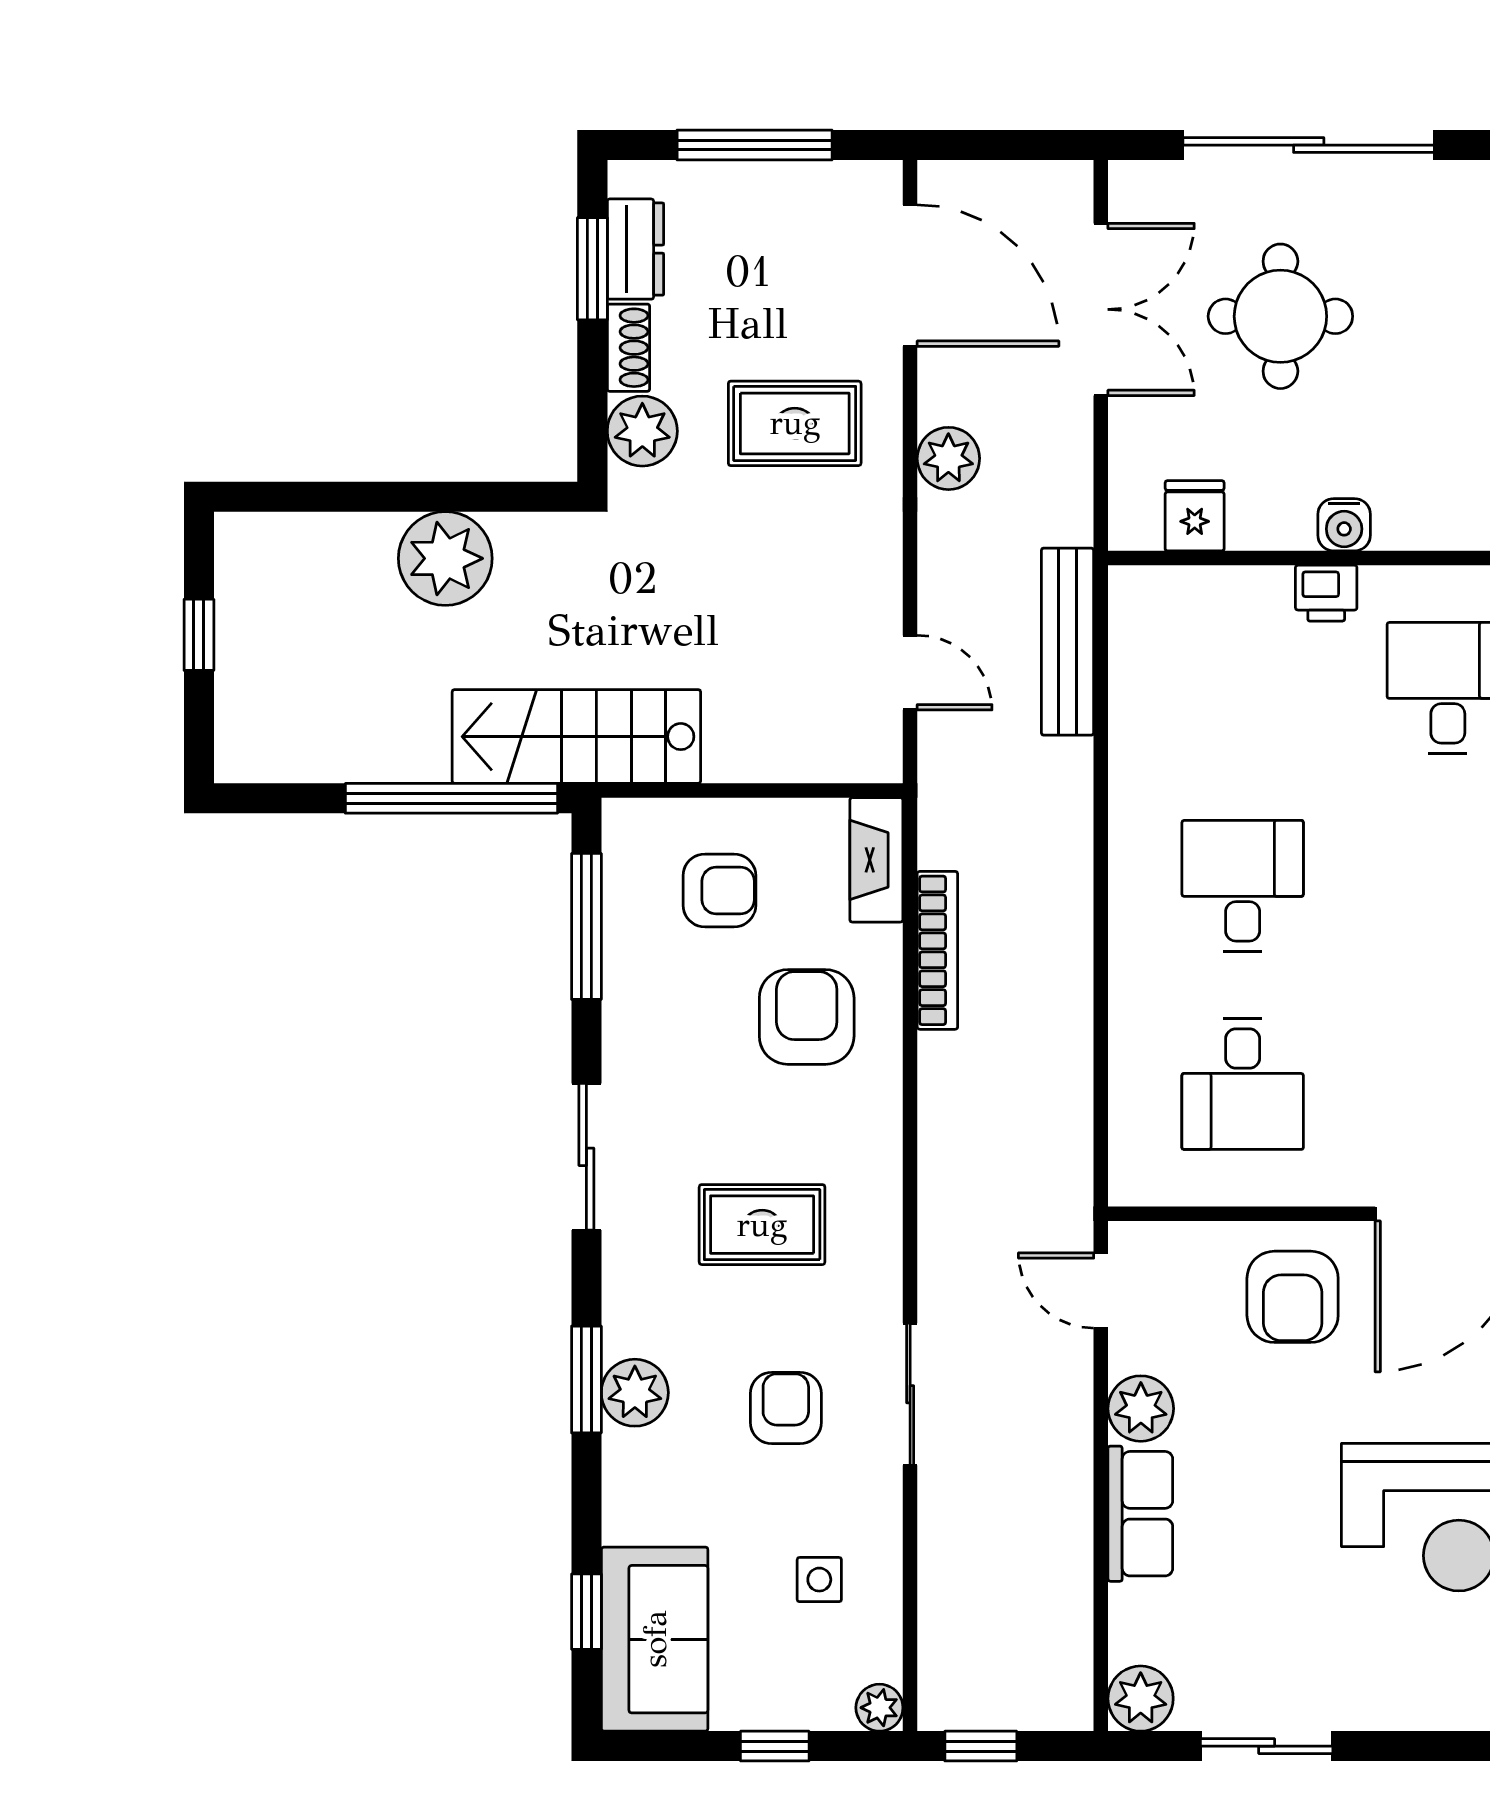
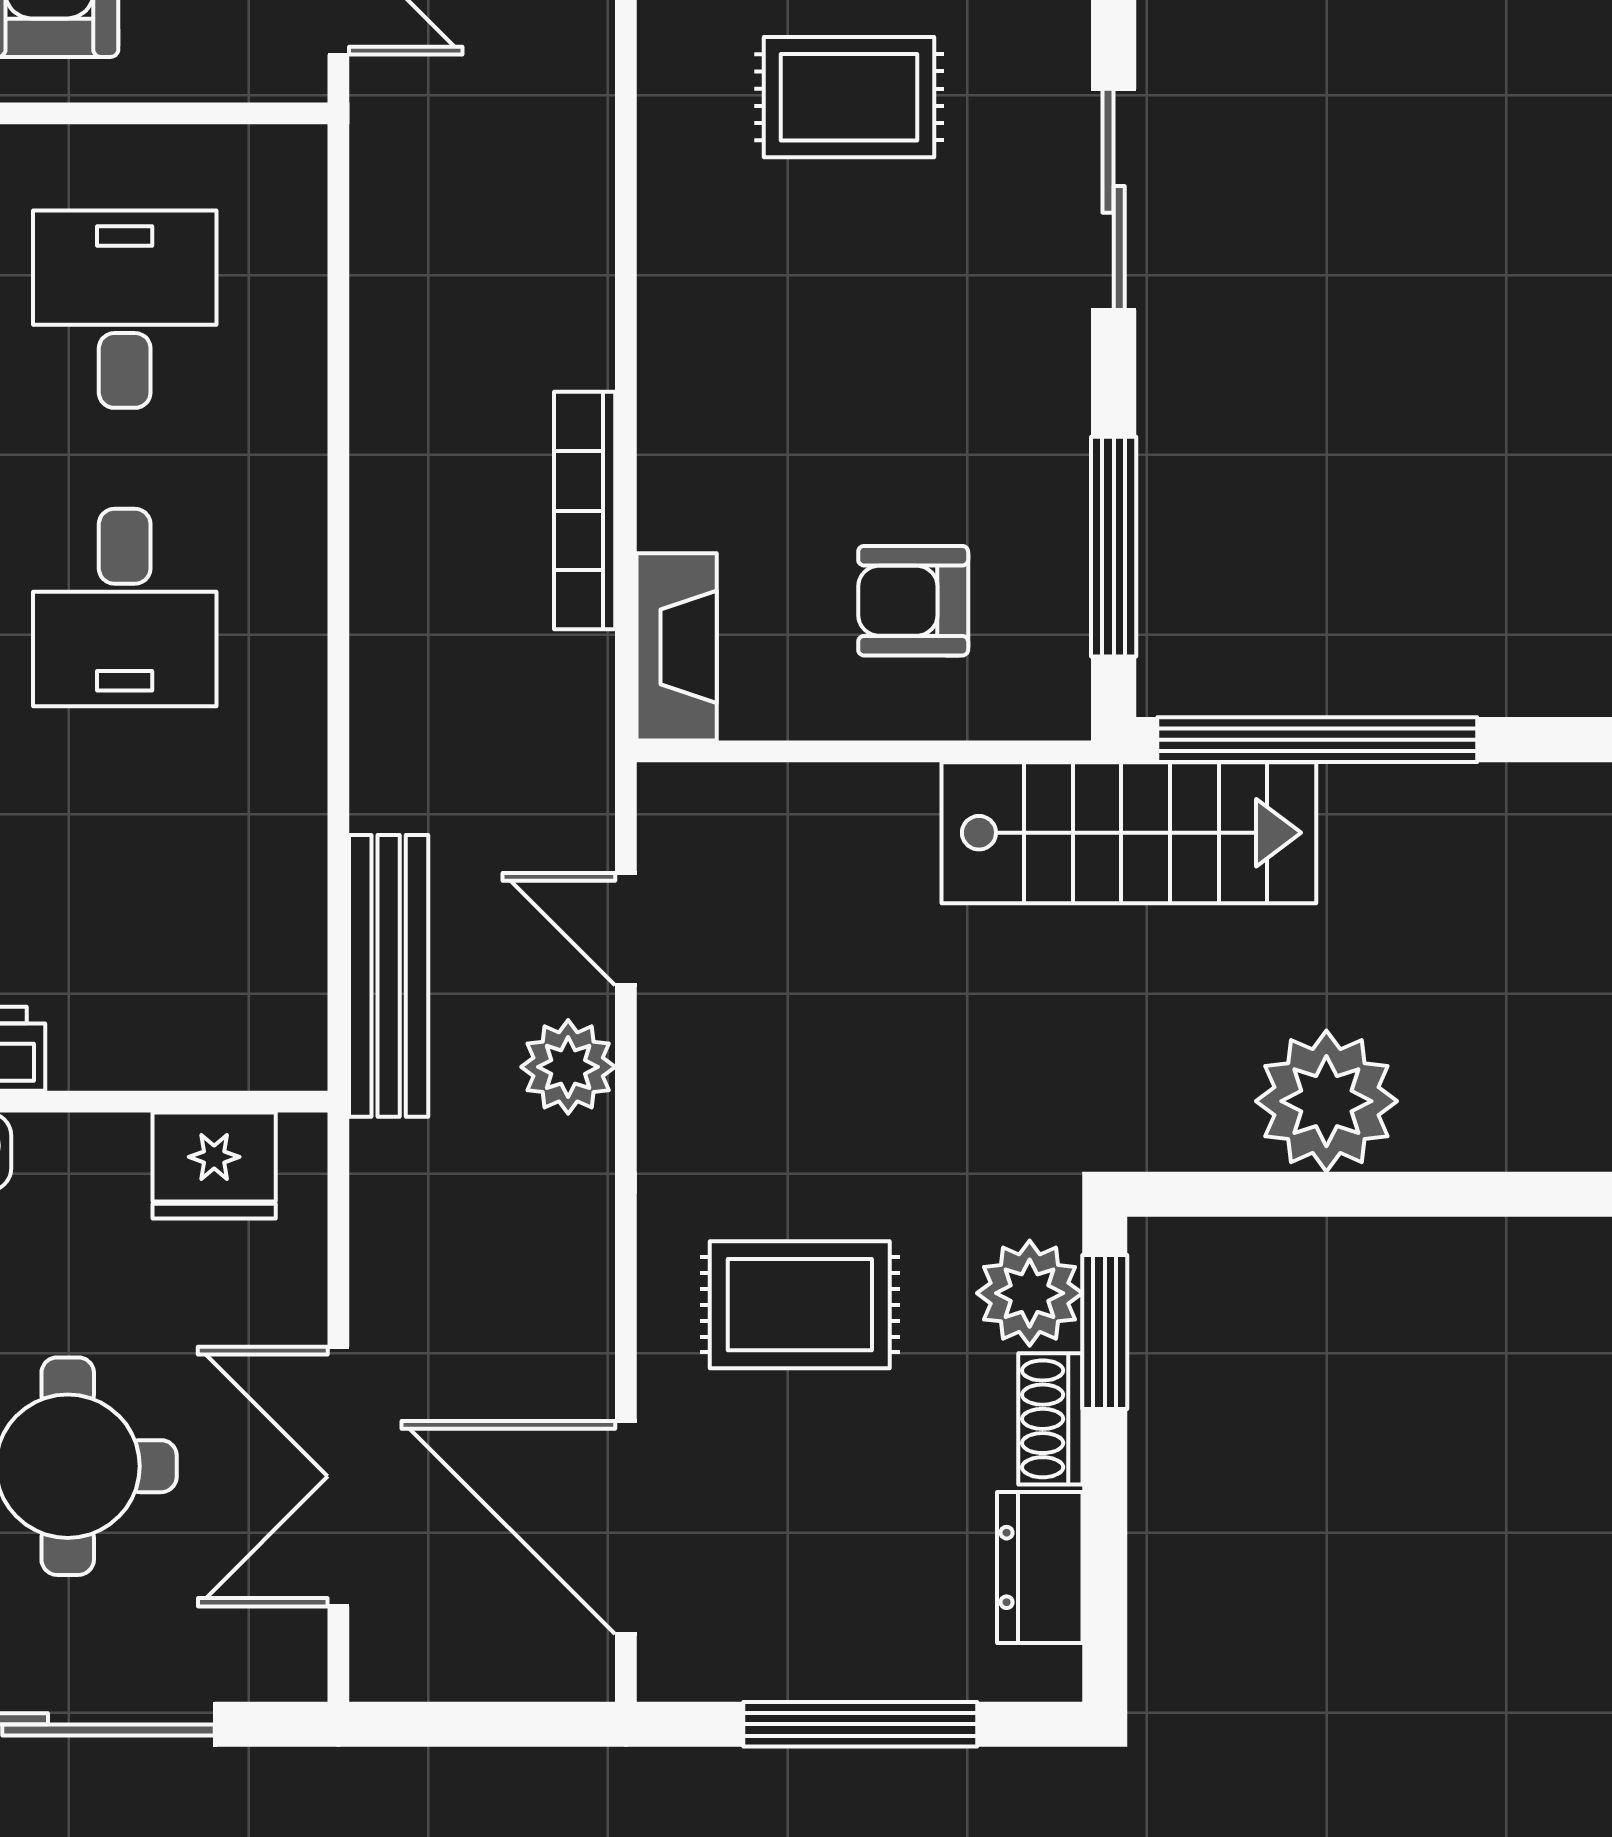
window: (592, 269) -> (1105, 1332), moved
plant: (948, 458) -> (568, 1067), moved
fridge: (1195, 516) -> (214, 1165), width x1.38
armchair: (807, 1017) -> (782, 410), removed

